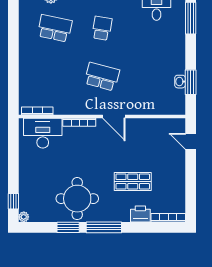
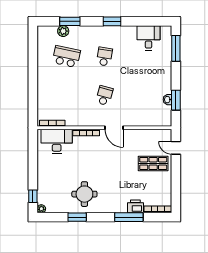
school desk: (102, 77) -> (104, 96), width x0.54
shop shelf: (133, 182) -> (153, 163), moved
round table: (77, 199) -> (84, 194), width x0.73, depth x0.73
window: (104, 227) -> (129, 217), moved

